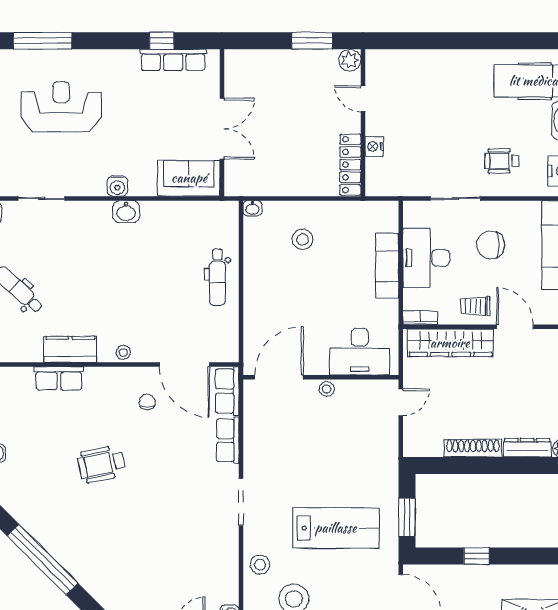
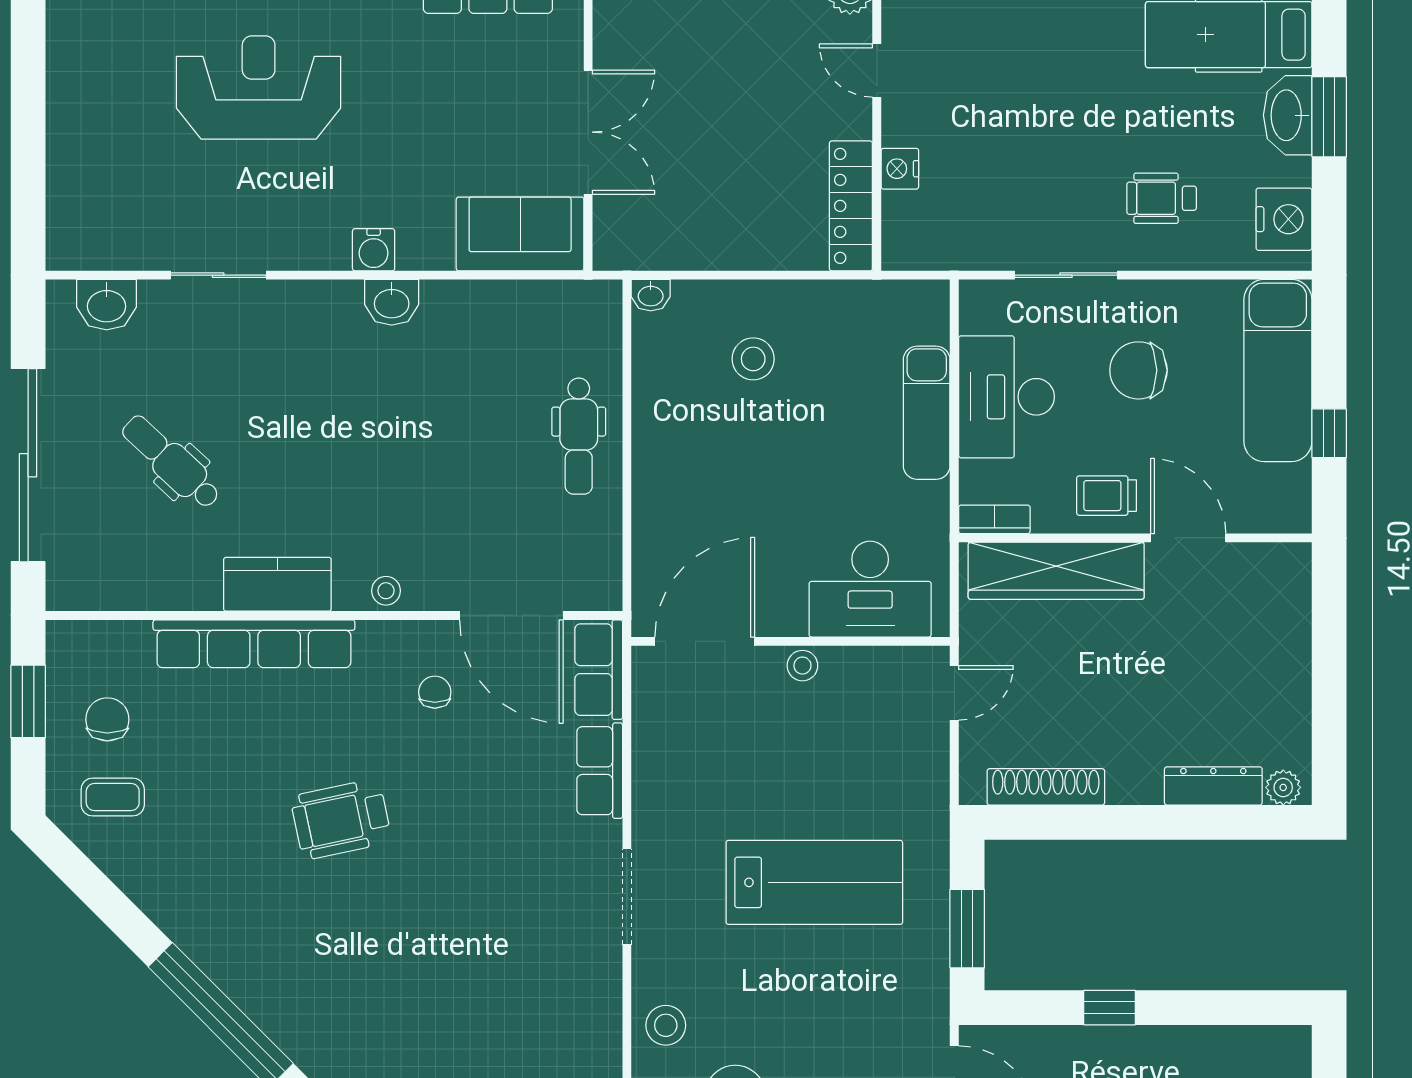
row of seats: (59, 378) -> (254, 644), width x2.02
shoe rack: (473, 448) -> (1046, 787), moved
lab bench: (336, 528) -> (814, 882), moved

